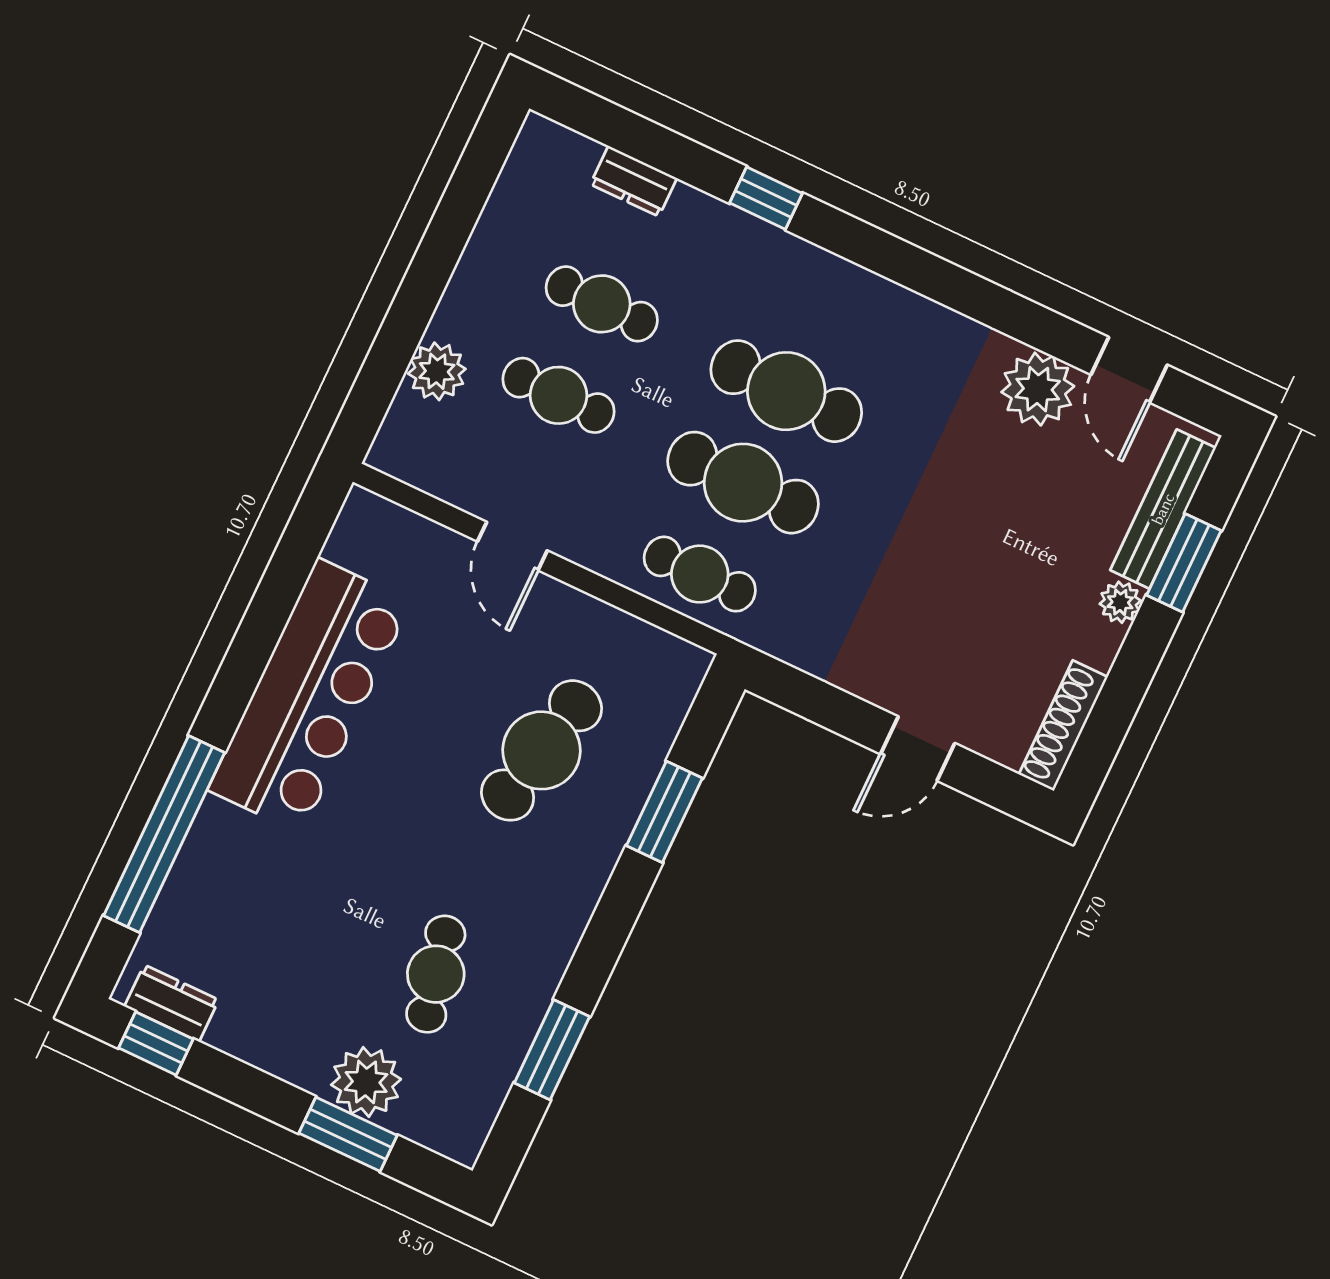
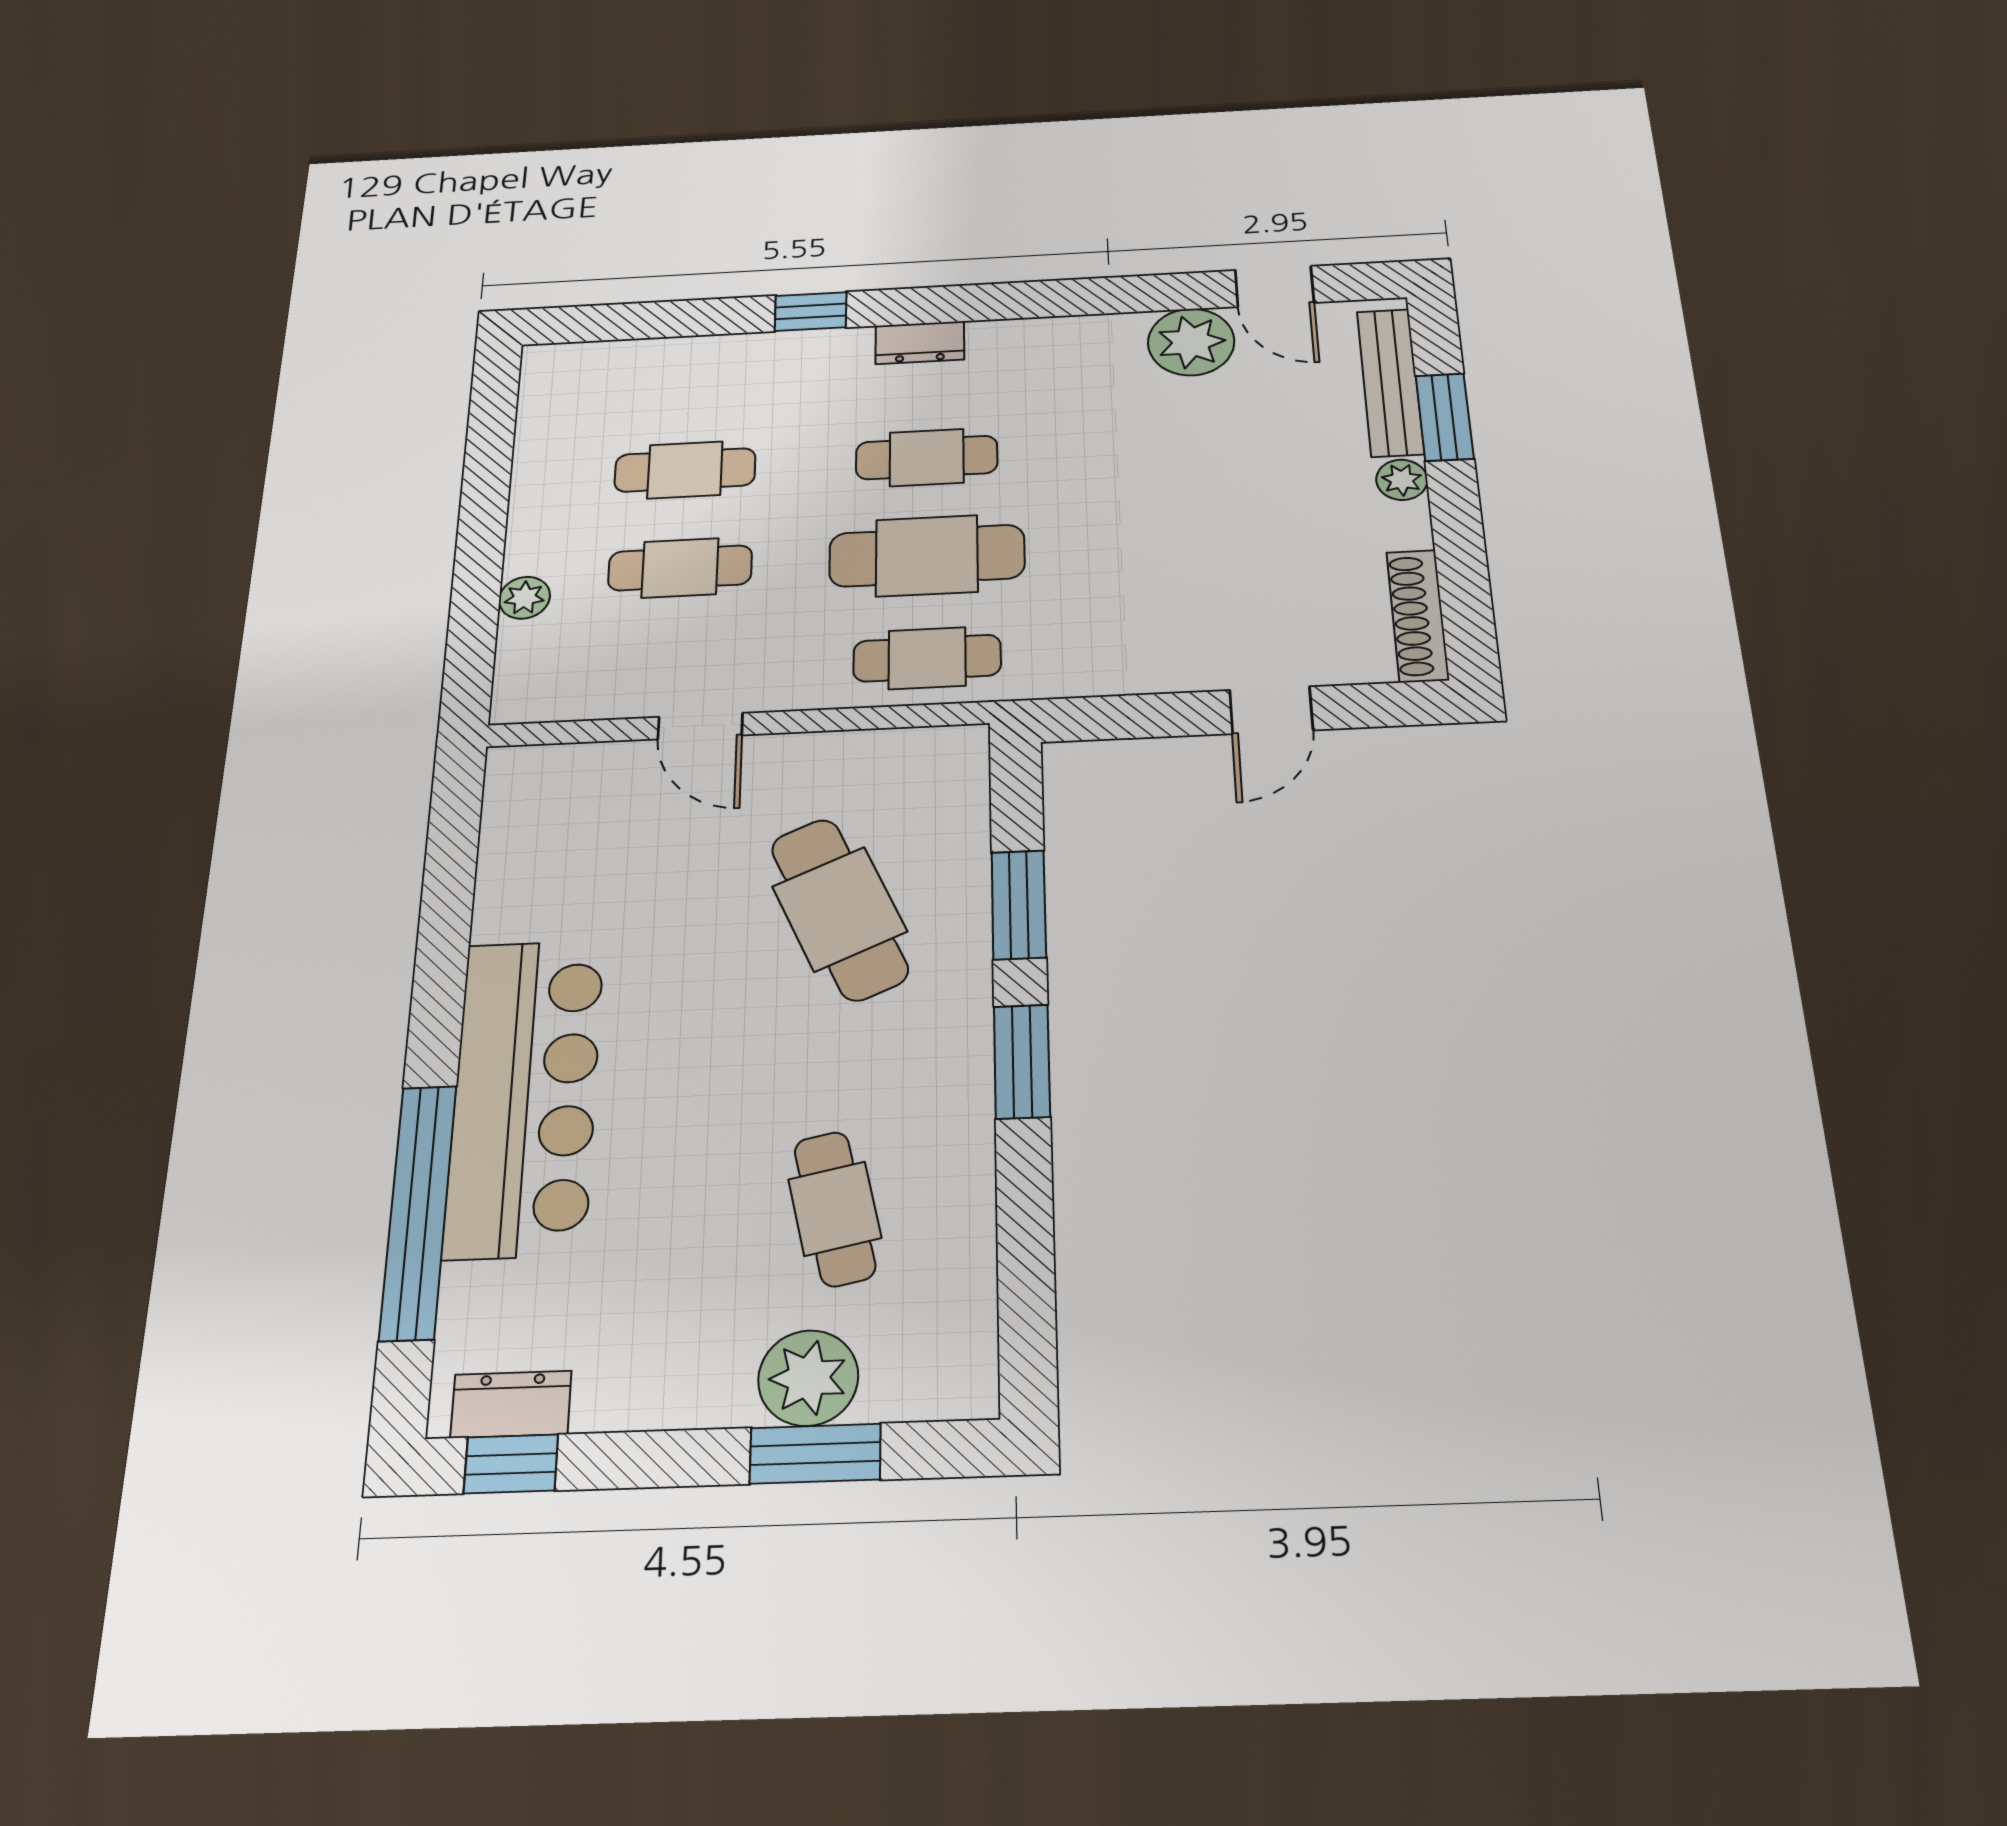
dresser: (634, 181) -> (920, 343), moved
plant: (437, 371) -> (524, 598), width x0.73, depth x0.73
cafe table: (786, 391) -> (927, 458), width x0.73, depth x0.74
bar counter: (310, 696) -> (525, 1096), moved
cafe table: (541, 750) -> (839, 909), turned -36
window: (552, 1050) -> (1022, 1061), moved

